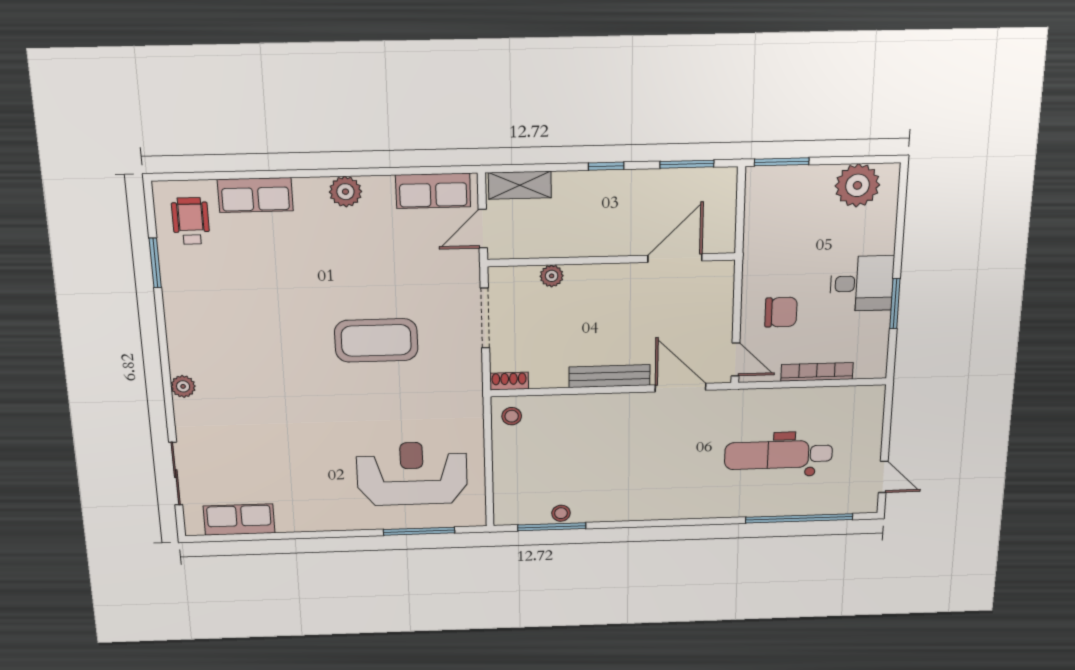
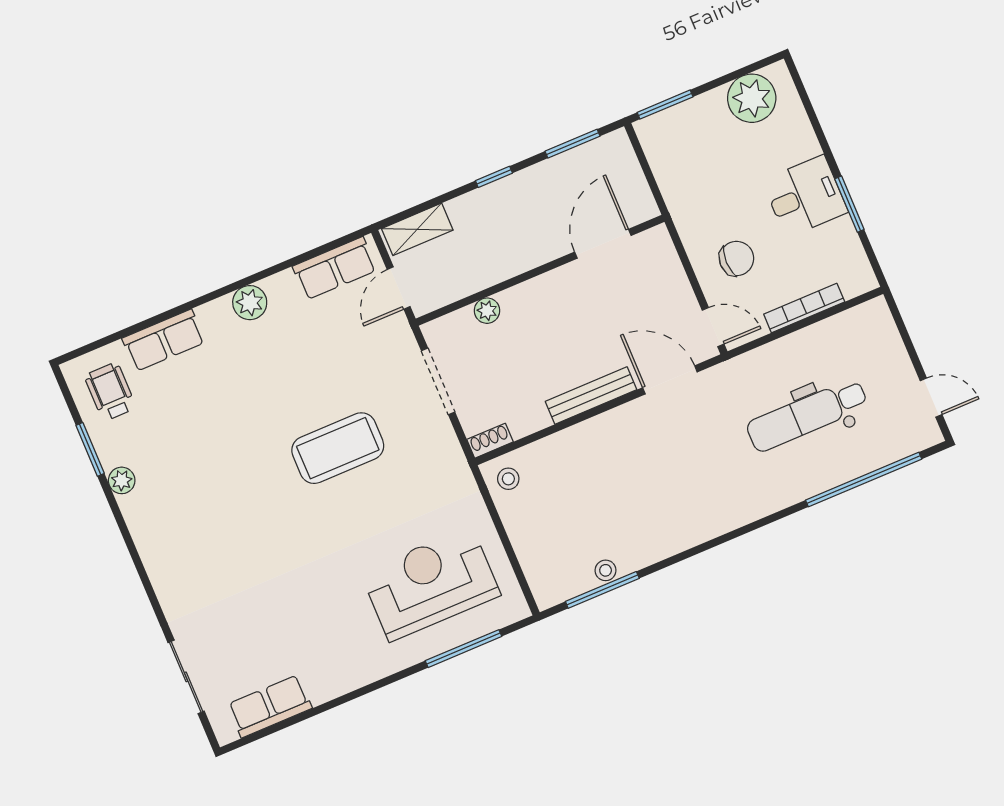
plant: (183, 386) -> (122, 480), moved

